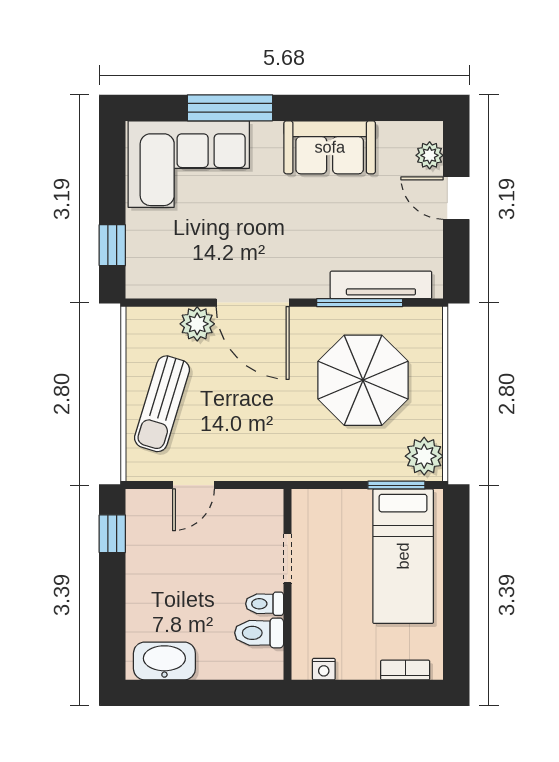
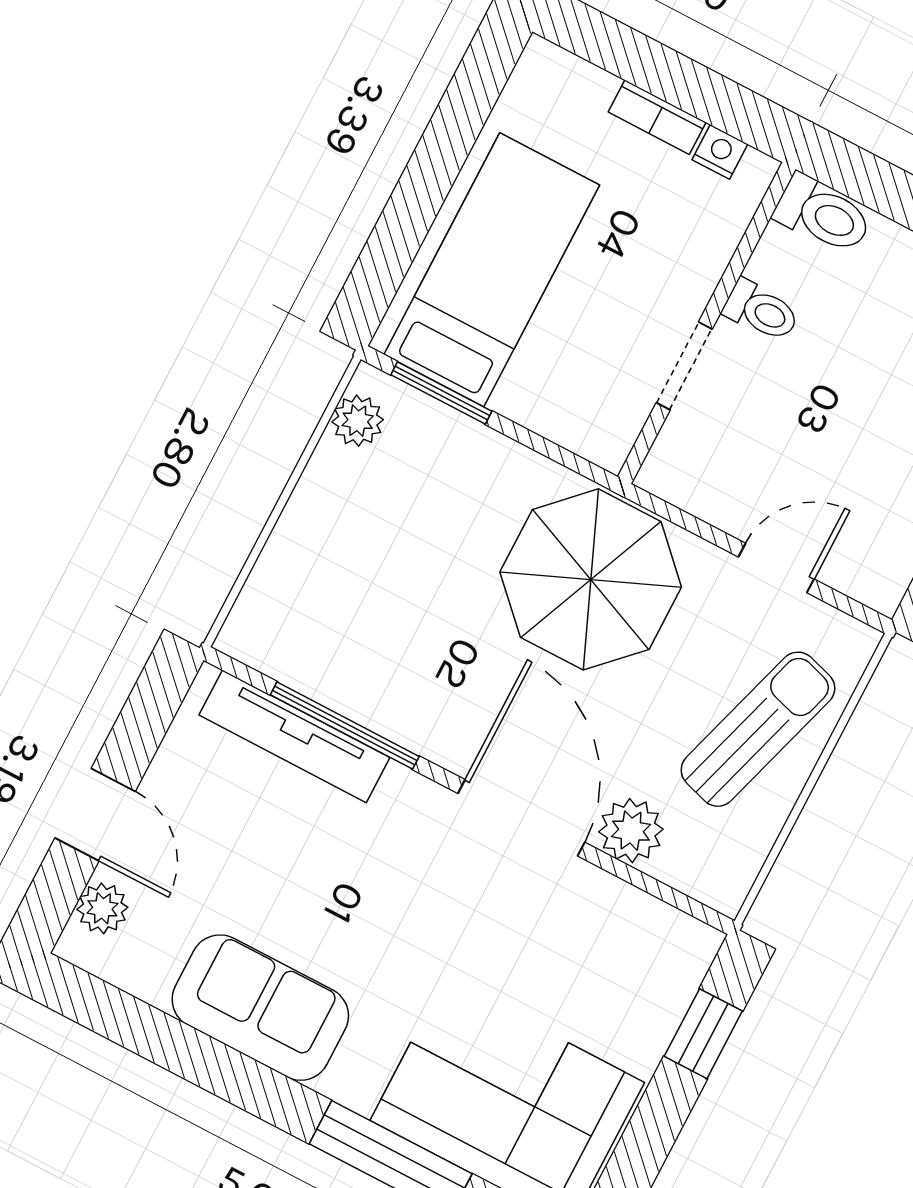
parasol: (363, 380) -> (591, 579), moved
plant: (424, 456) -> (358, 421), width x0.73, depth x0.73
toilet: (259, 633) -> (823, 215), moved
bookcase: (405, 670) -> (657, 117), moved

